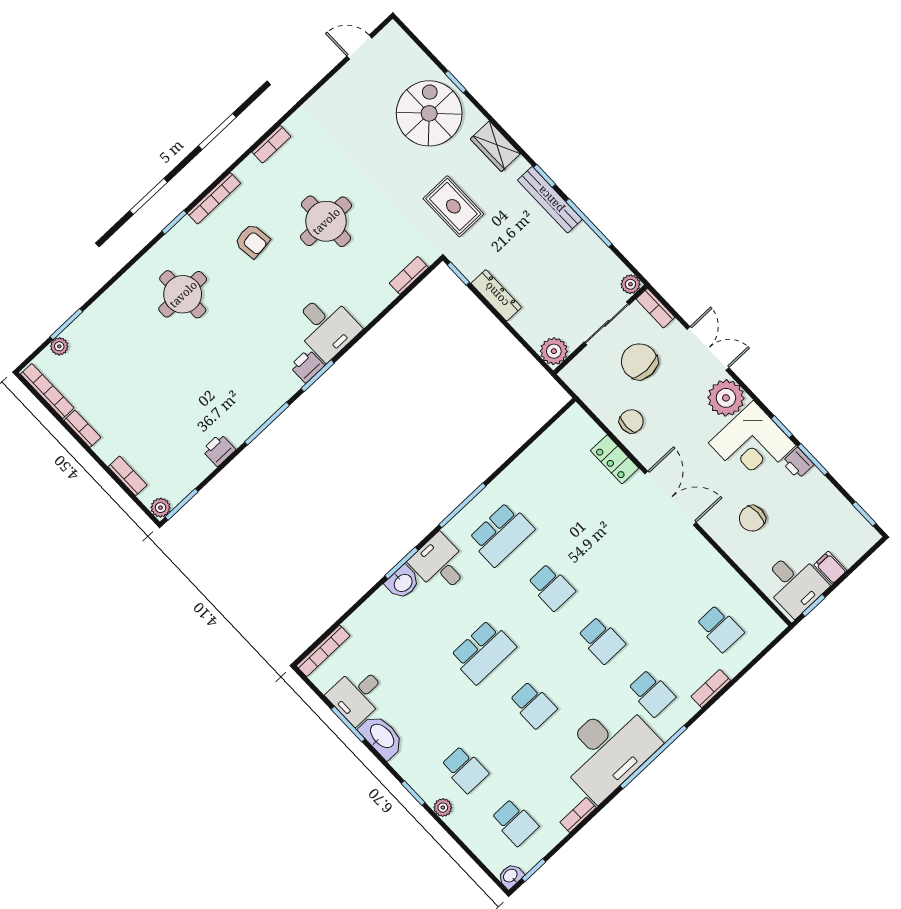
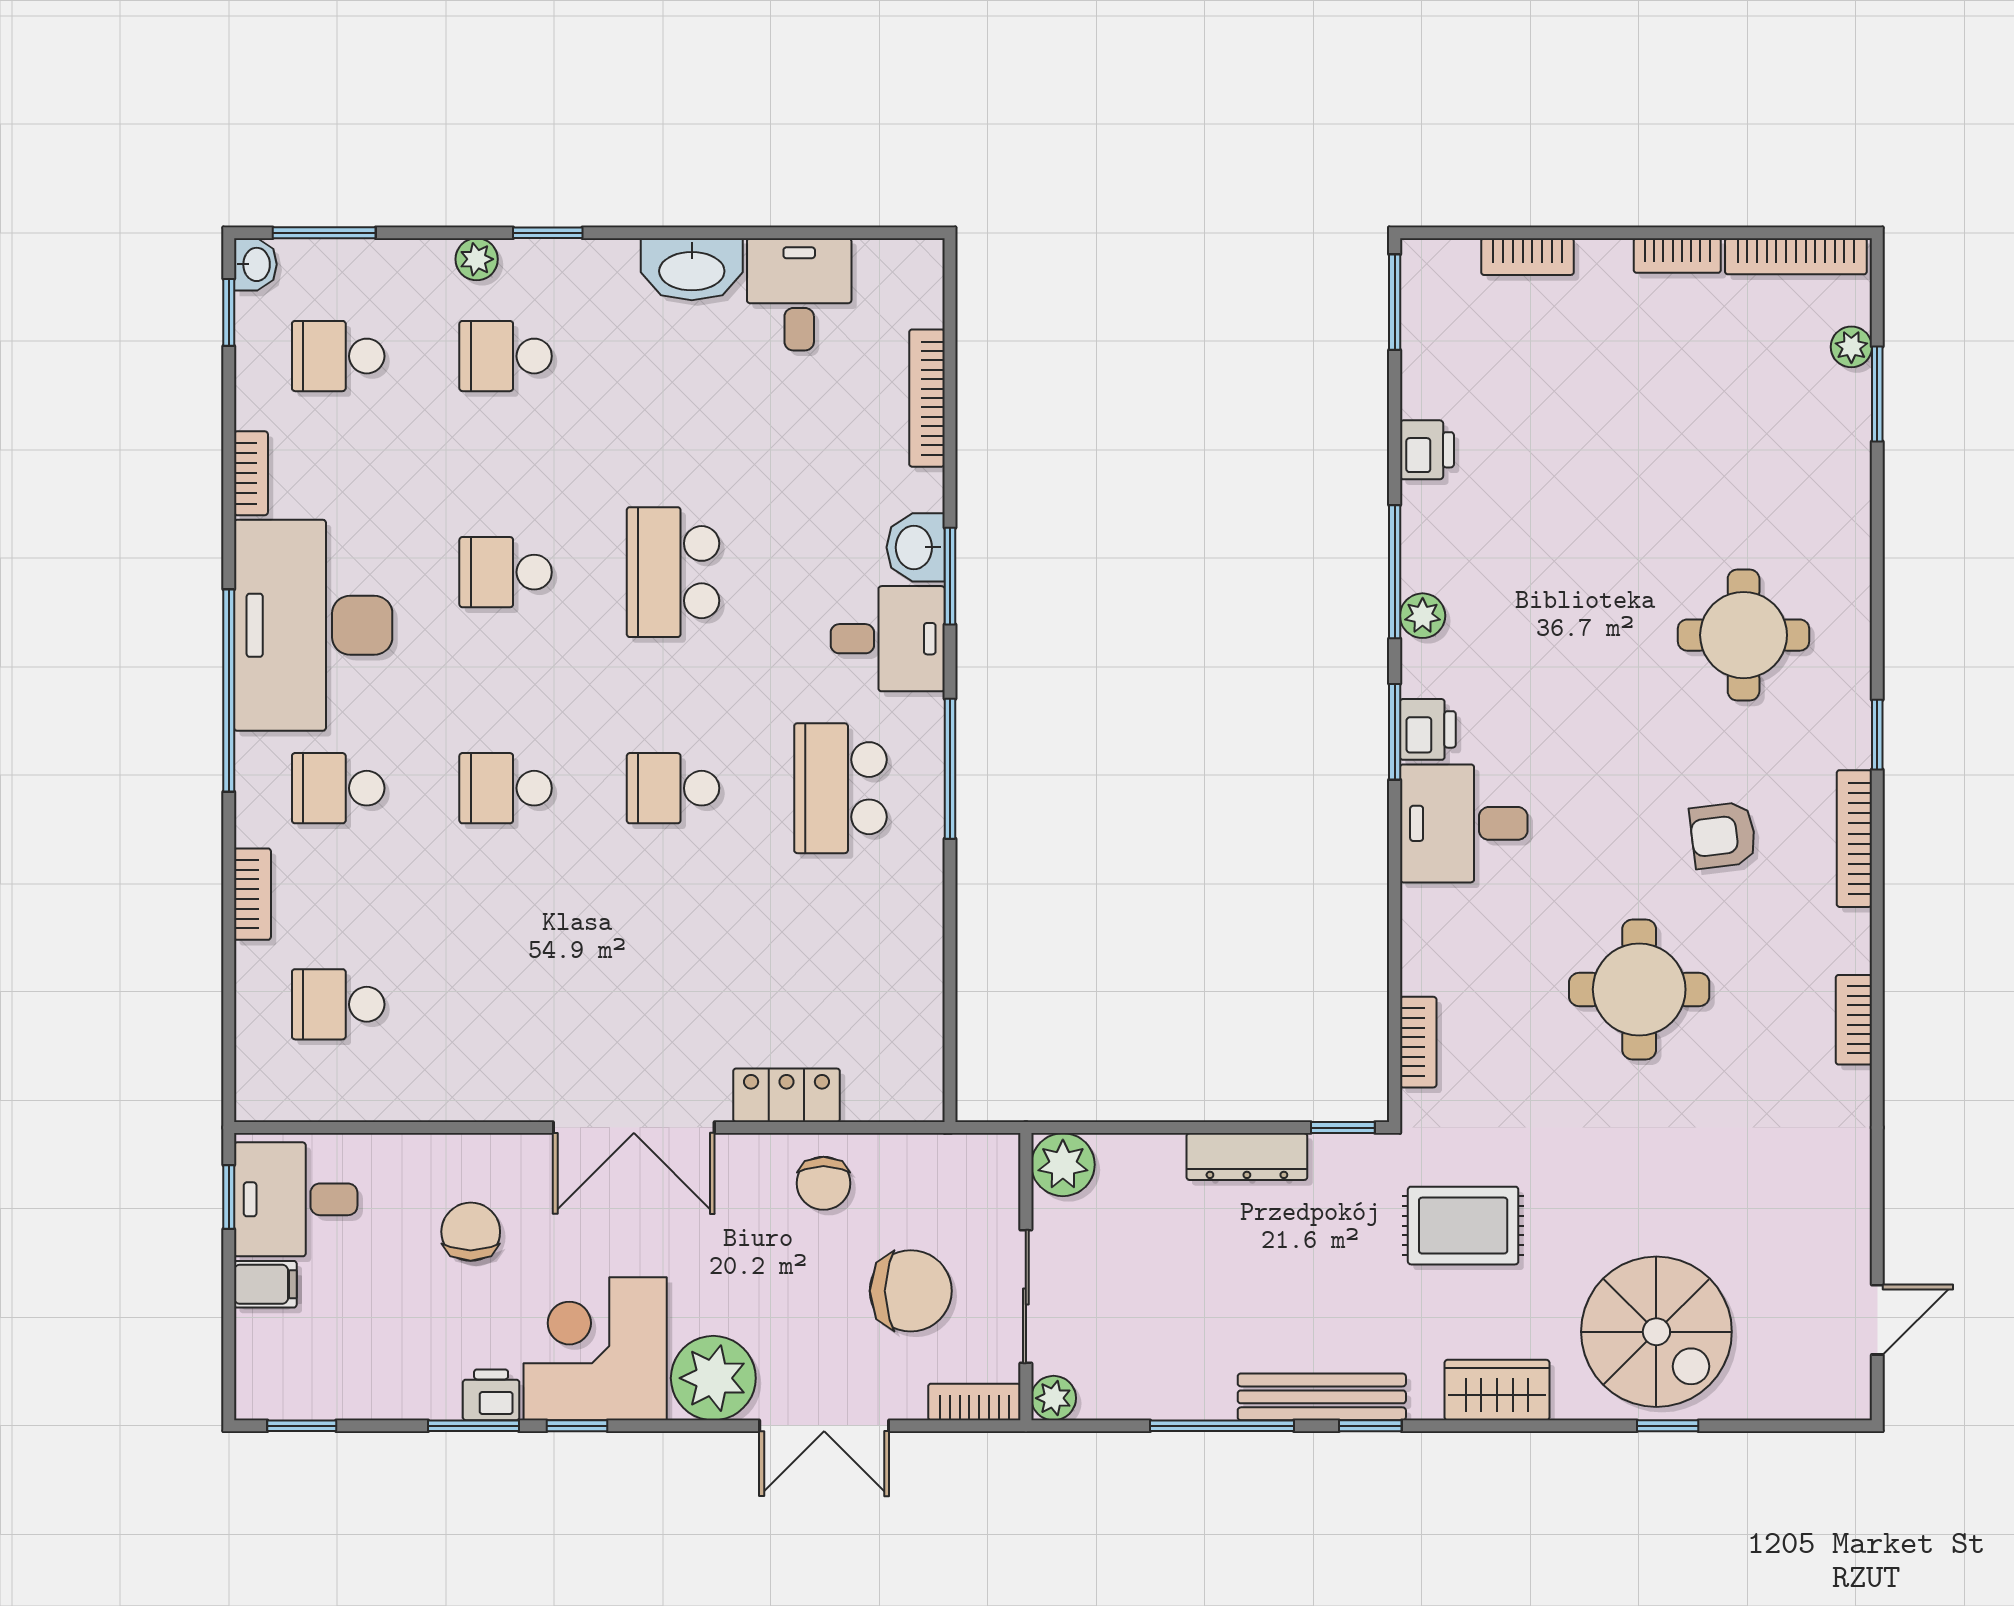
plant: (161, 508) -> (1423, 616), moved
bookcase: (323, 651) -> (927, 398), moved
window: (348, 724) -> (324, 233), moved

